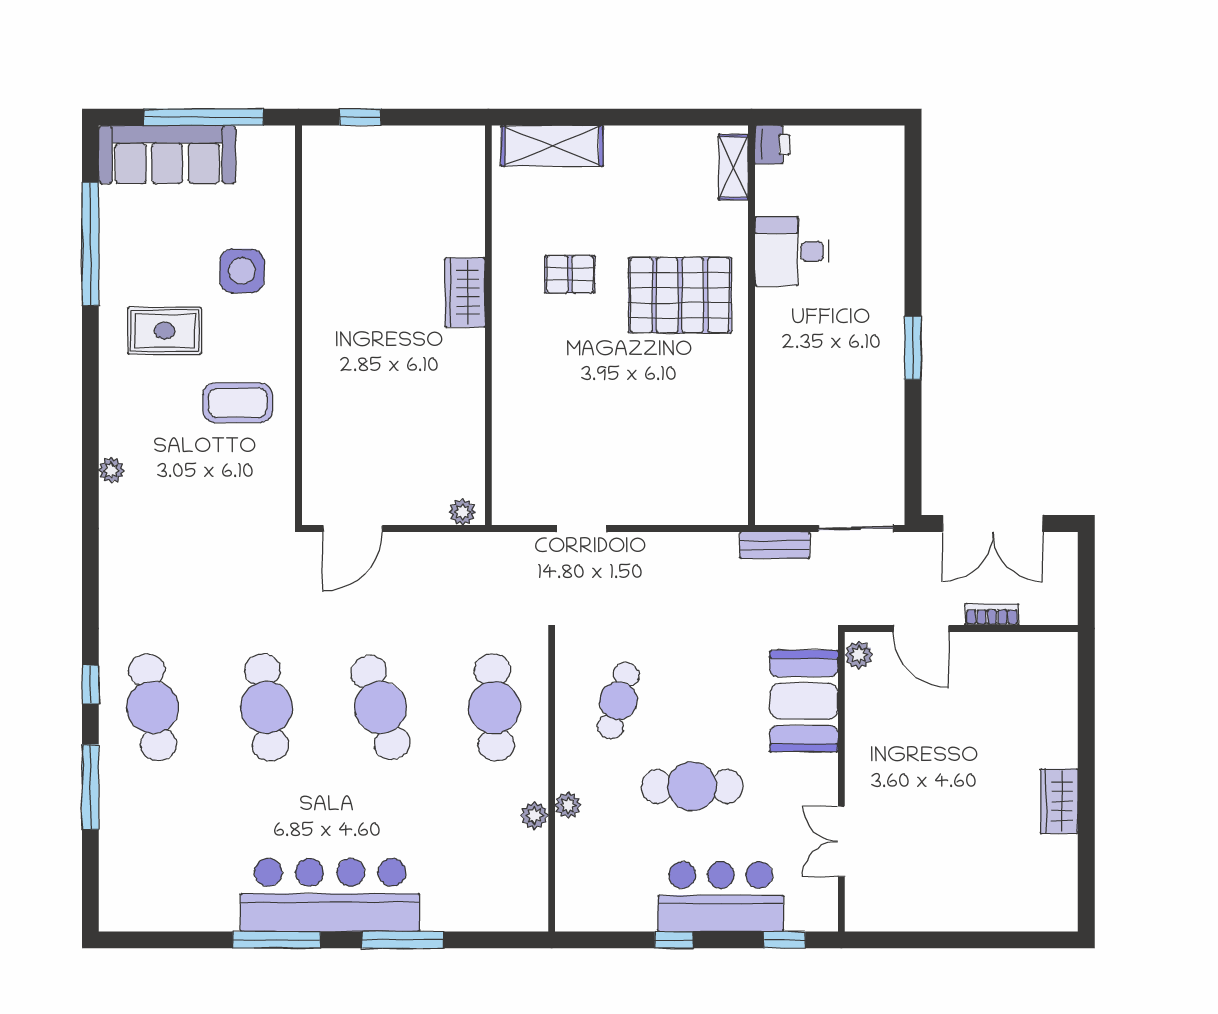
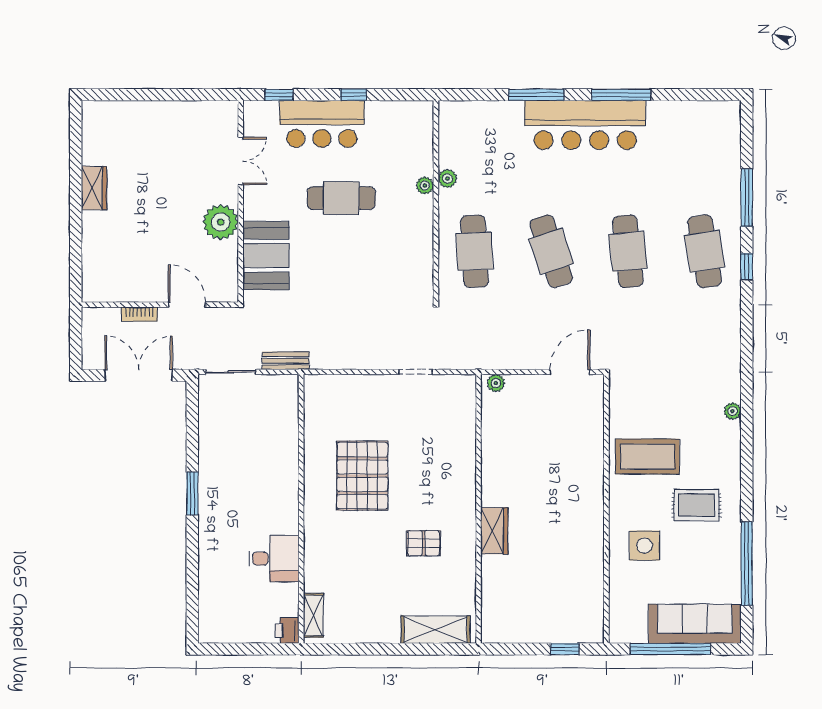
pallet: (680, 295) -> (362, 476), moved, turned 90
coffee table: (238, 403) -> (647, 457), width x1.36, depth x1.32
plant: (859, 655) -> (221, 222), moved, width x1.87, depth x1.87
cafe table: (618, 701) -> (391, 256), removed

